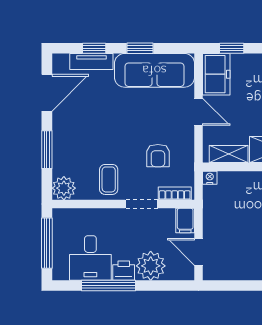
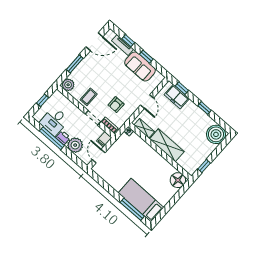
sofa: (154, 70) -> (140, 66), width x0.73
freezer: (216, 74) -> (177, 97), moved, turned 90
window: (47, 243) -> (43, 100), width x0.46

